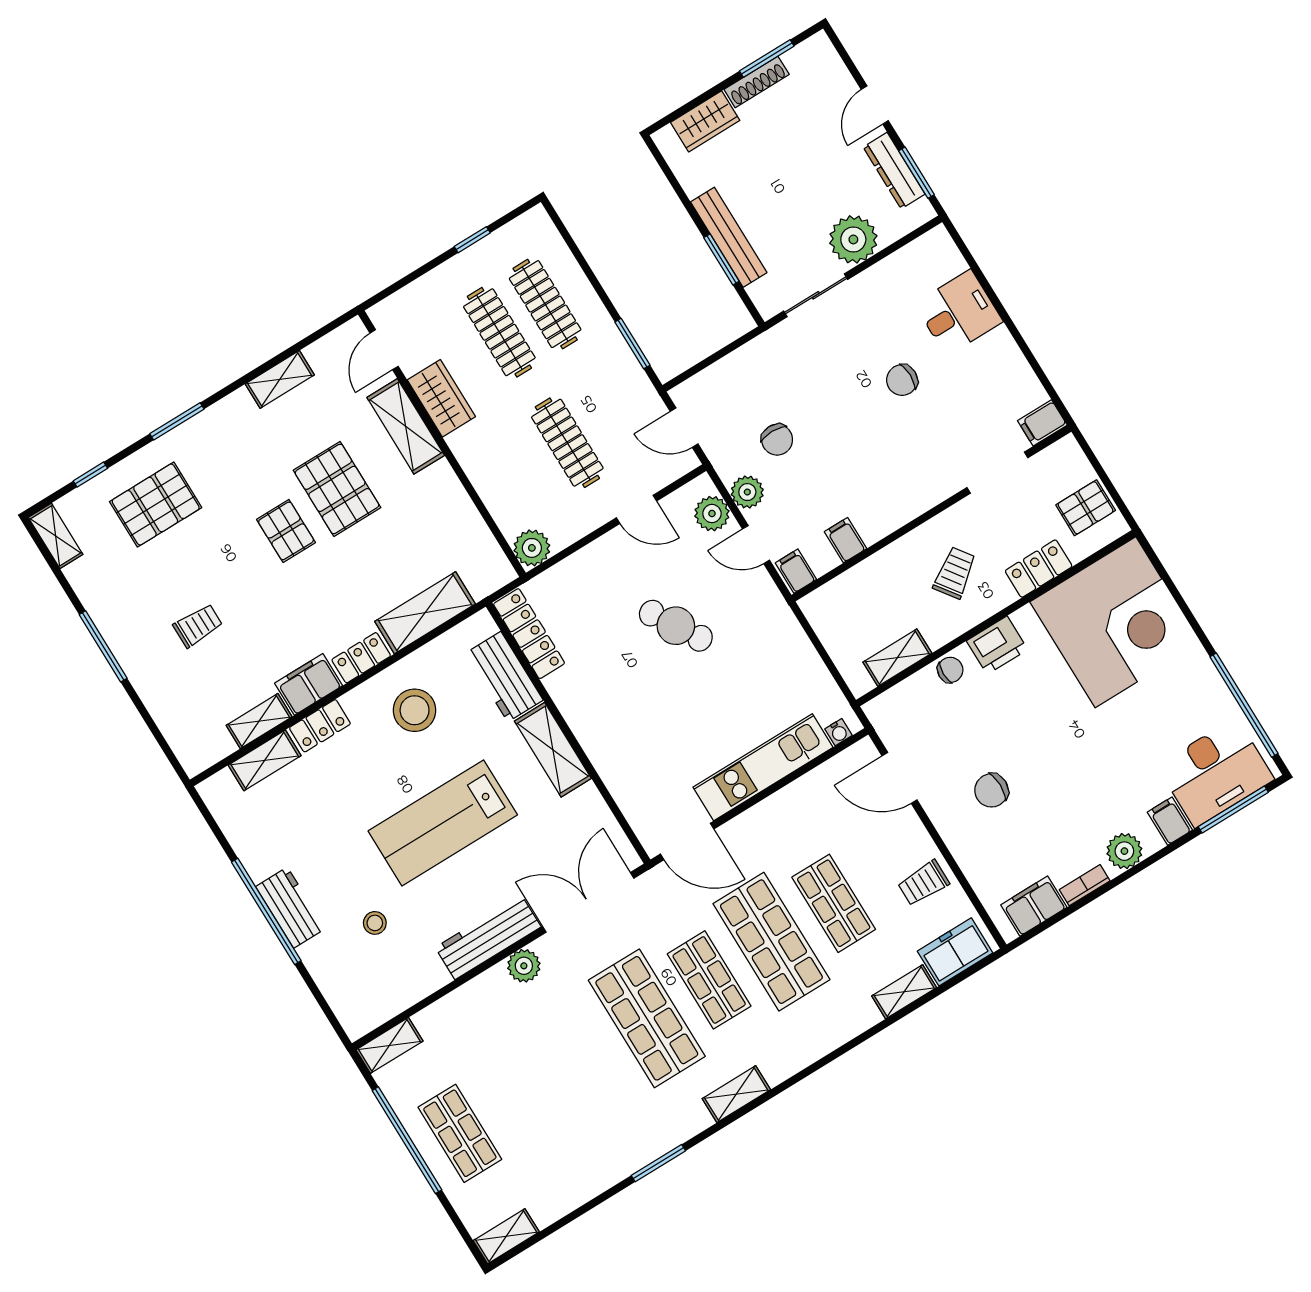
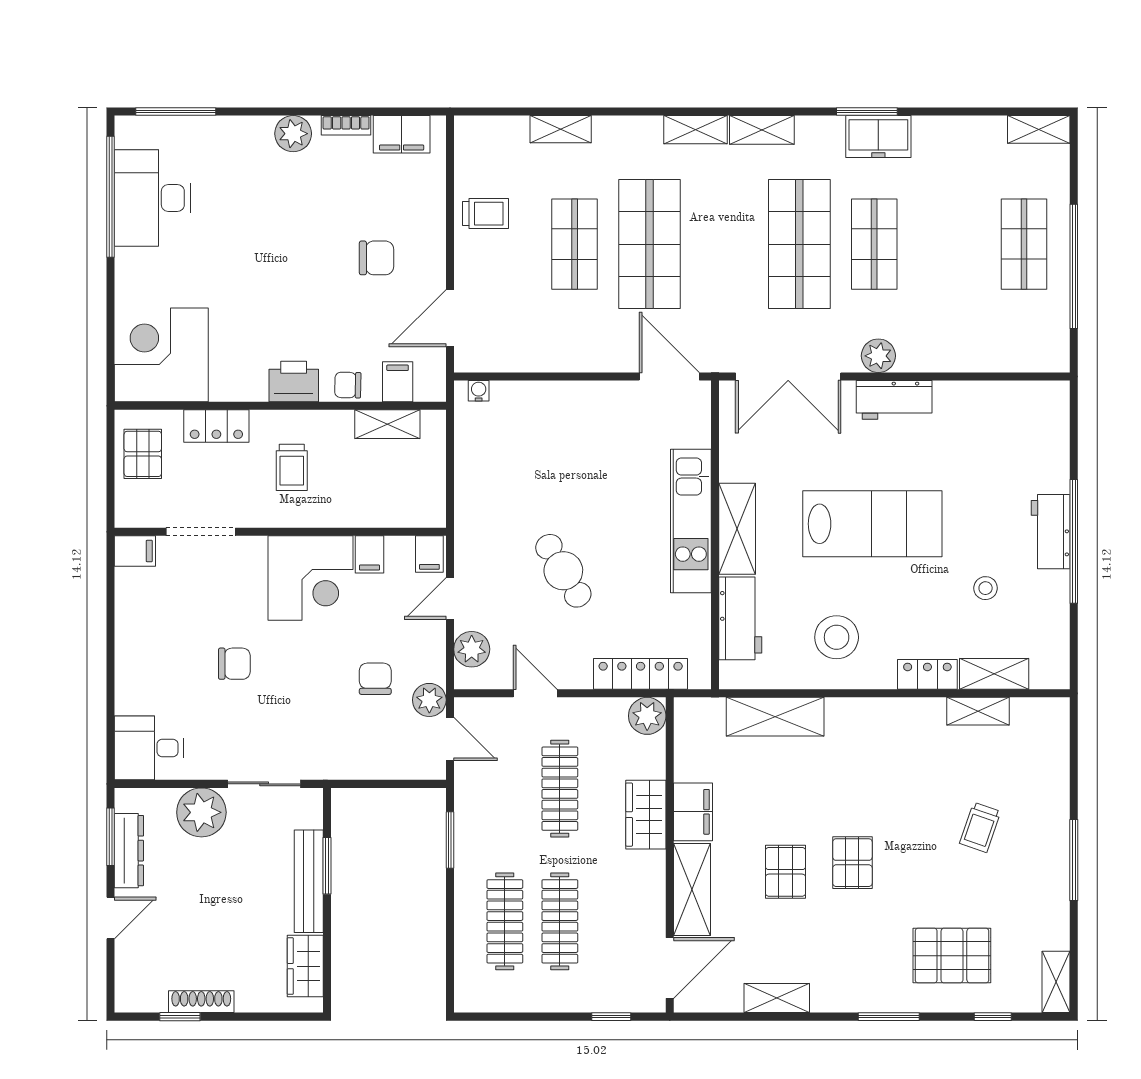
window: (767, 59) -> (180, 1017), width x0.67
wardrobe: (705, 121) -> (305, 966), moved, turned -90
window: (472, 240) -> (611, 1017), moved
desk: (959, 313) -> (149, 748), moved
door: (384, 350) -> (670, 968), width x1.38
wardrobe: (441, 398) -> (646, 815), moved
pallet: (337, 489) -> (785, 872), width x0.67, depth x0.71
corner desk: (883, 490) -> (310, 578), added
plant: (747, 492) -> (429, 700), moved
pallet: (1086, 508) -> (143, 454), turned 90
door: (756, 545) -> (450, 599), swing flipped
trolley: (955, 573) -> (292, 467), turned -54
corner desk: (1115, 622) -> (161, 355), width x0.74, depth x0.74
trolley: (198, 626) -> (980, 827), turned -71
locker: (529, 634) -> (641, 674), moved, turned 90
locker: (361, 658) -> (855, 712), removed
filing cabinet: (309, 684) -> (693, 812), moved, turned -90
kitchen unit: (763, 767) -> (691, 521), moved, turned 90
desk: (1215, 772) -> (152, 198), moved, turned -90
door: (900, 778) -> (450, 318), swing flipped
filing cabinet: (1170, 821) -> (398, 382), moved, turned 180
stool: (375, 923) -> (986, 588), moved
workbench: (488, 937) -> (894, 400), width x0.73
freezer: (955, 952) -> (878, 137), moved
shop shelf: (709, 980) -> (874, 244), moved
shelving: (389, 1045) -> (696, 130), moved

